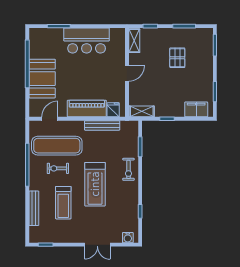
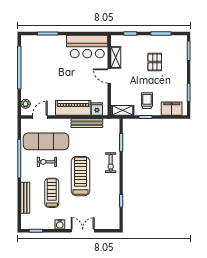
bar counter: (87, 41) -> (87, 47), moved
shelving: (134, 41) -> (116, 57), moved
door: (127, 73) -> (109, 76), swing flipped
booth: (42, 79) -> (33, 81), removed
trolley: (169, 100) -> (147, 101), added
plant: (34, 104) -> (26, 104), added
treadmill: (95, 184) -> (80, 176), turned 180
treadmill: (63, 203) -> (52, 193), turned 180
water cooler: (128, 238) -> (60, 224), moved
double door: (97, 245) -> (83, 231), swing flipped

